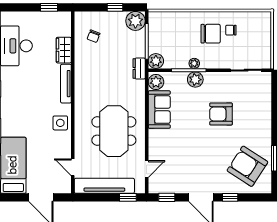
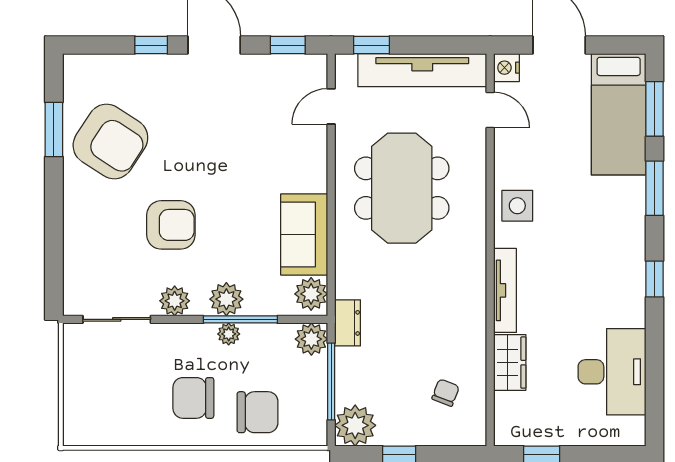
chair: (231, 30) -> (258, 412), moved, width x1.87, depth x1.87
plant: (219, 79) -> (175, 301), added
armchair: (247, 166) -> (110, 141), moved
nightstand: (65, 187) -> (506, 68), added

